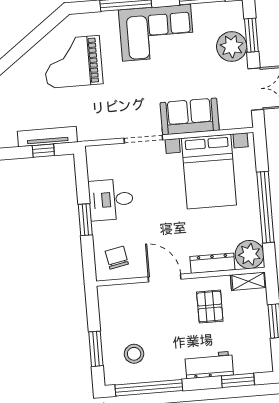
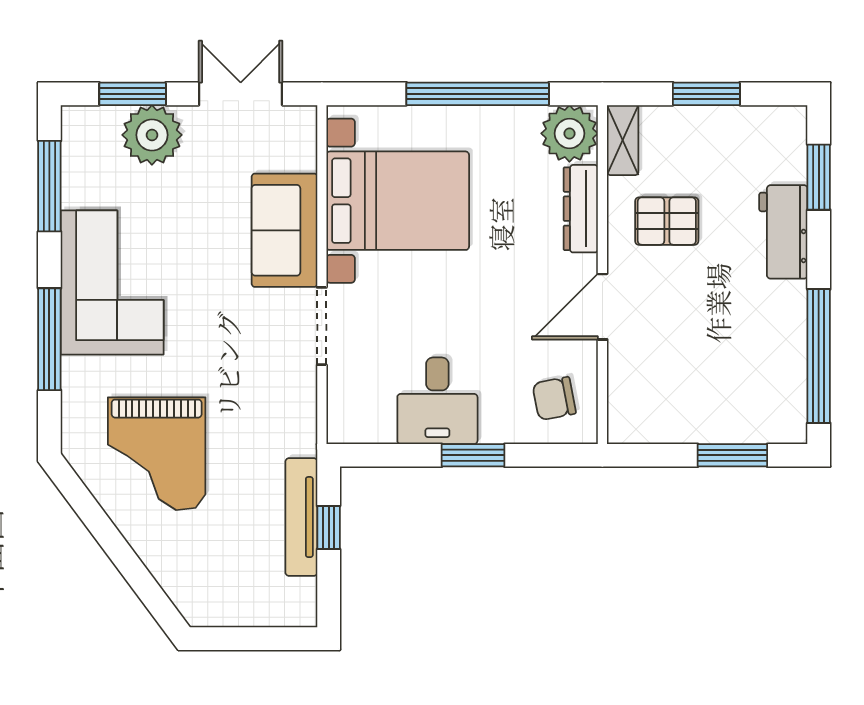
stool: (134, 354) -> (749, 380), removed

